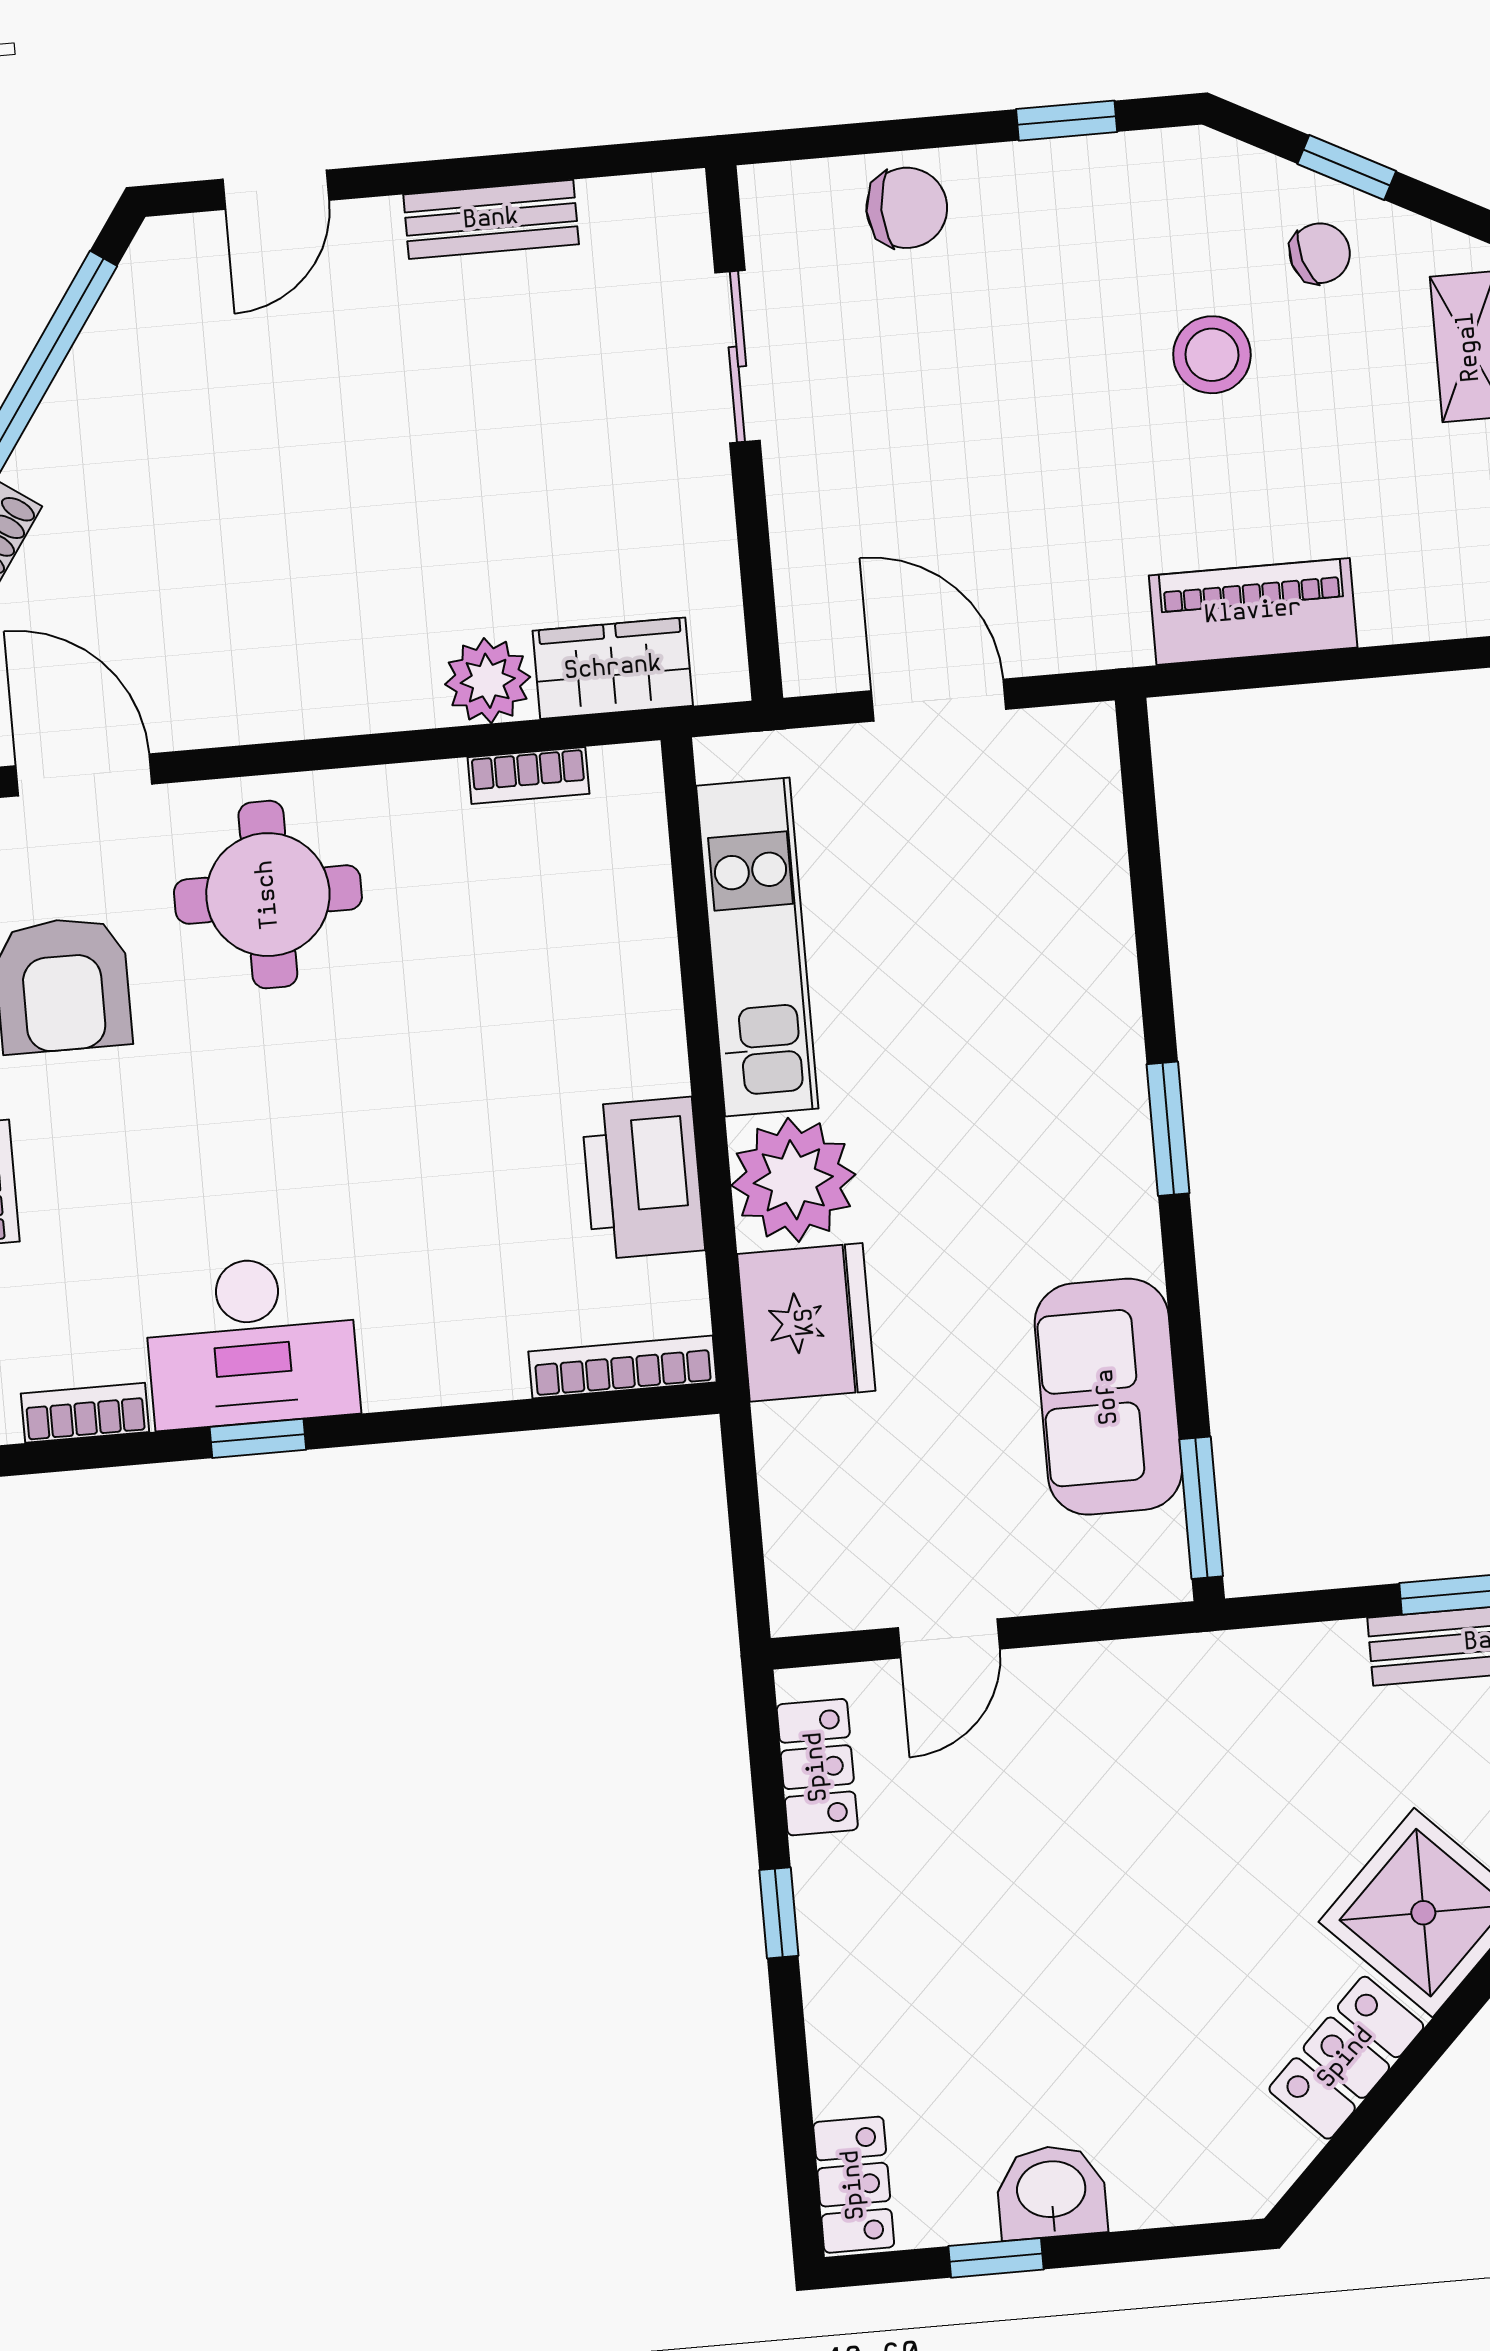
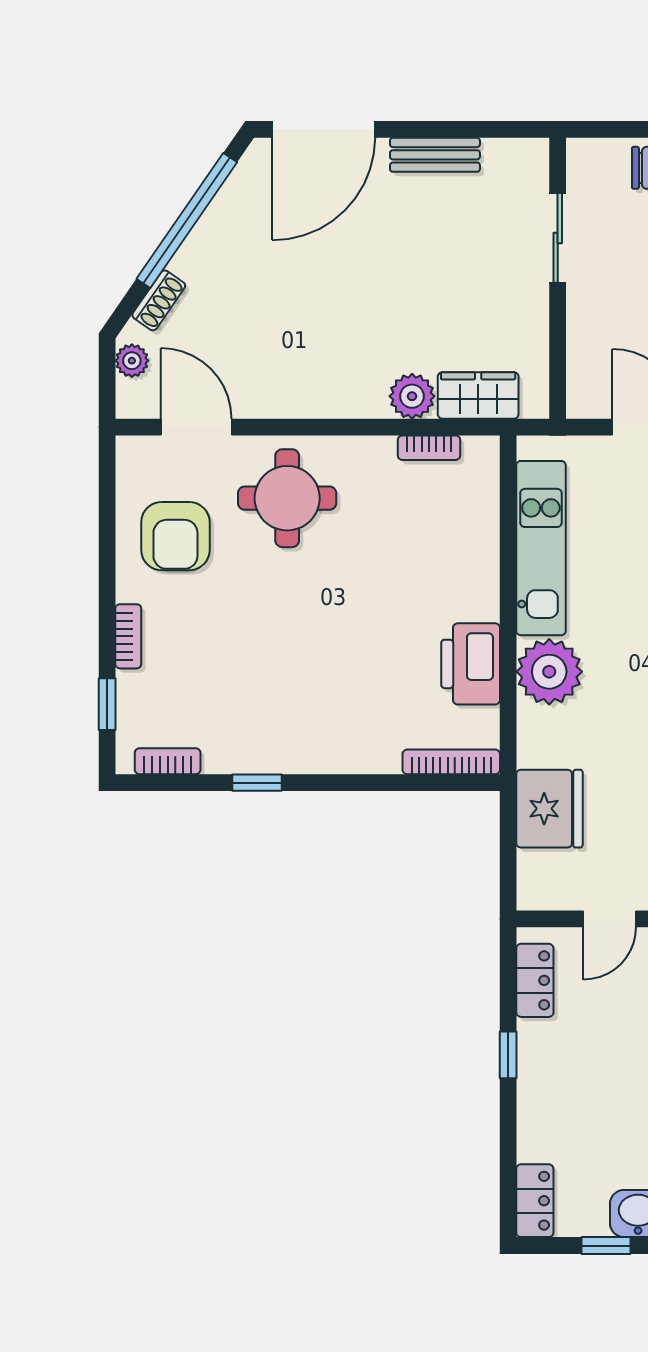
door: (276, 190) -> (324, 129), width x1.88
fridge: (806, 1322) -> (549, 809), moved
desk: (251, 1342) -> (258, 732), removed

